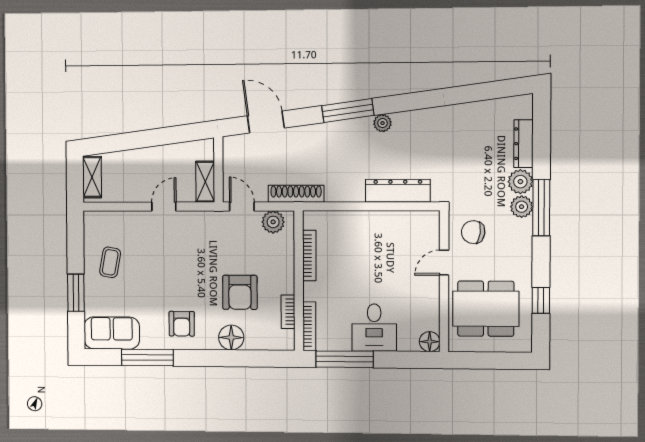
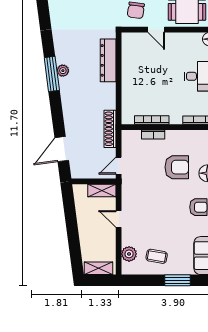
window: (348, 110) -> (52, 74), moved
plant: (273, 222) -> (129, 254), moved
bookcase: (288, 312) -> (153, 134), moved

